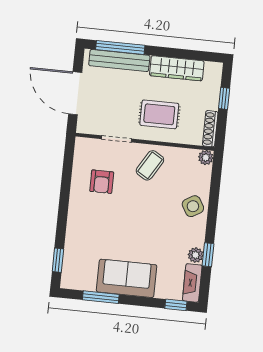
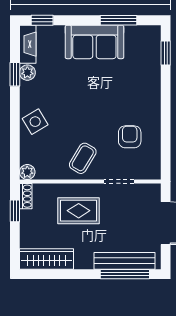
wardrobe: (177, 68) -> (46, 259), moved
window: (224, 98) -> (15, 211), moved
shoe rack: (210, 129) -> (26, 196), width x0.70

